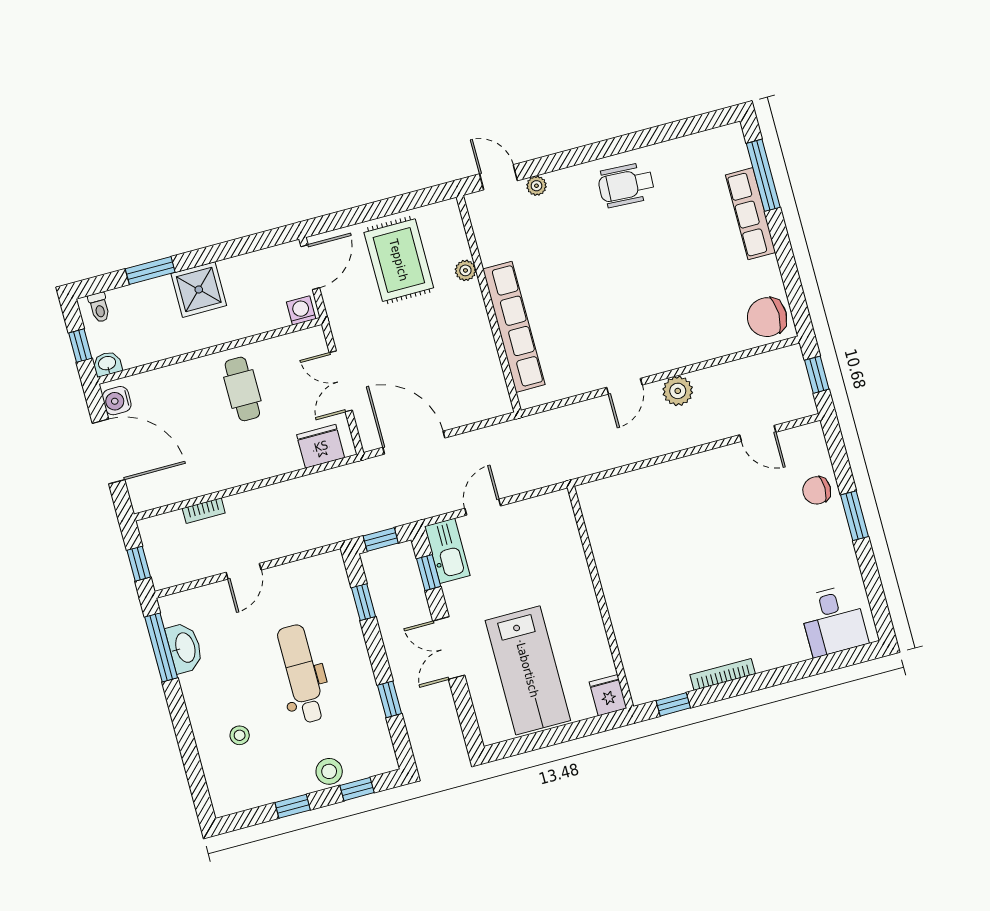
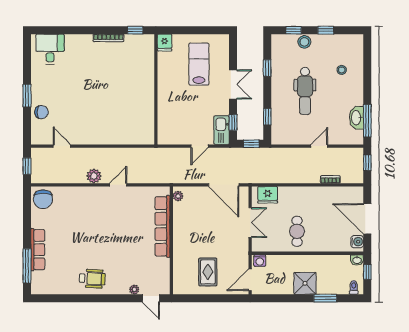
rug: (399, 260) -> (208, 272), width x0.73, depth x0.70
plant: (465, 270) -> (178, 196), moved
chair: (767, 317) -> (43, 199), turned 90
lab bench: (528, 670) -> (199, 64), width x0.73, depth x0.72

